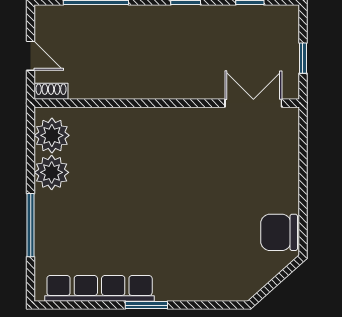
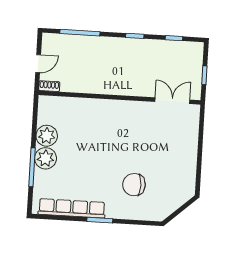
door: (31, 56) -> (38, 64), hinge flipped
plant: (52, 135) -> (46, 158), moved
chair: (279, 232) -> (134, 185), moved

